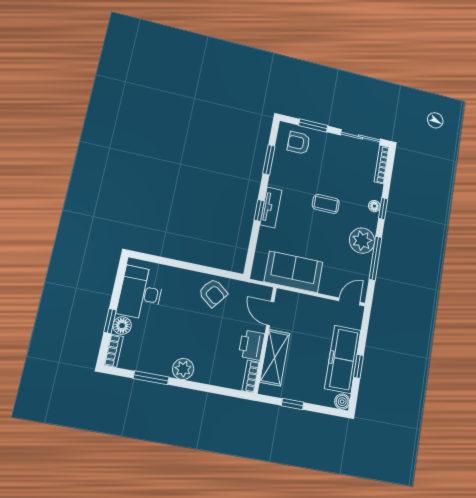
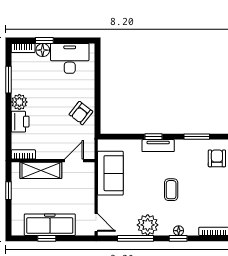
printer: (251, 345) -> (20, 122), moved, turned 90
boiler: (342, 402) -> (17, 230), removed

